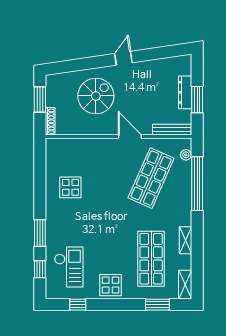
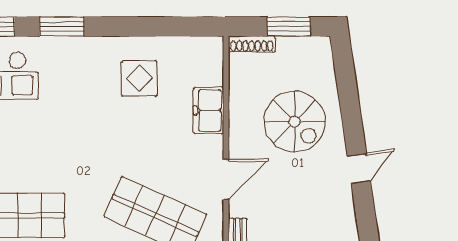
door: (123, 58) -> (359, 168), hinge flipped
freezer: (89, 147) -> (209, 110), added

